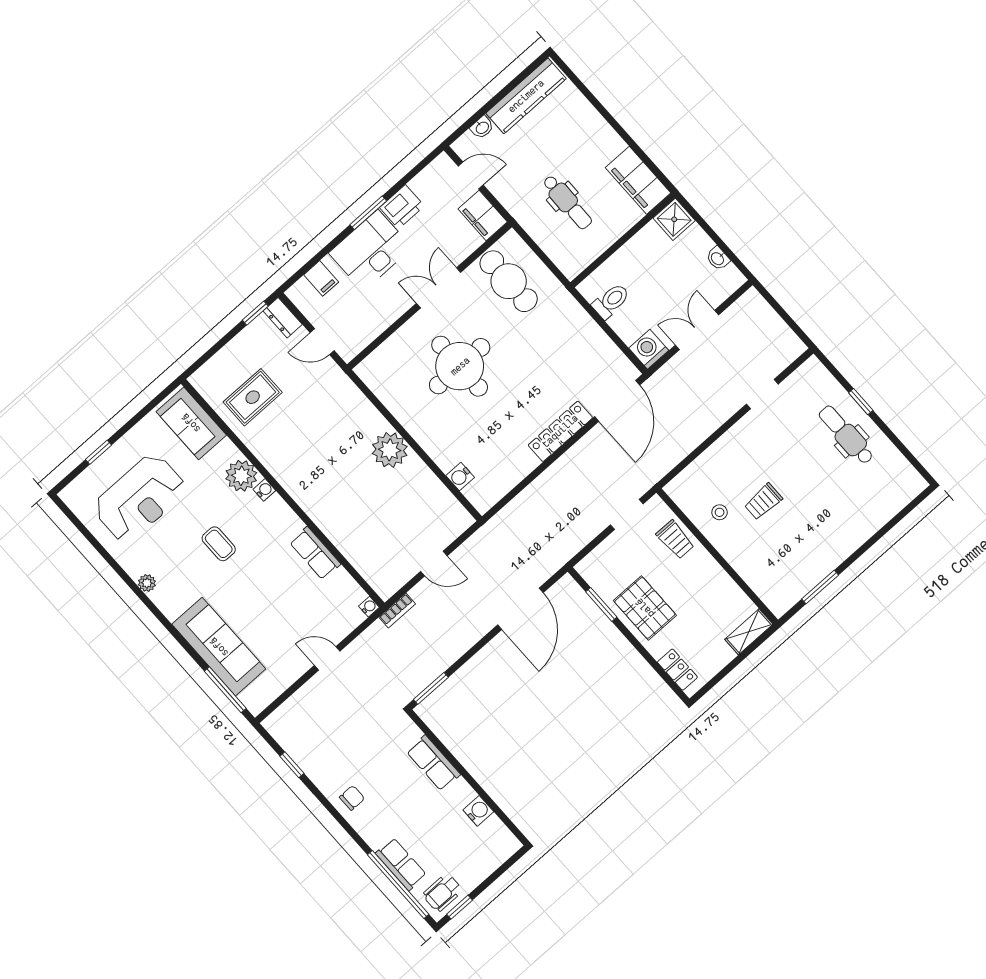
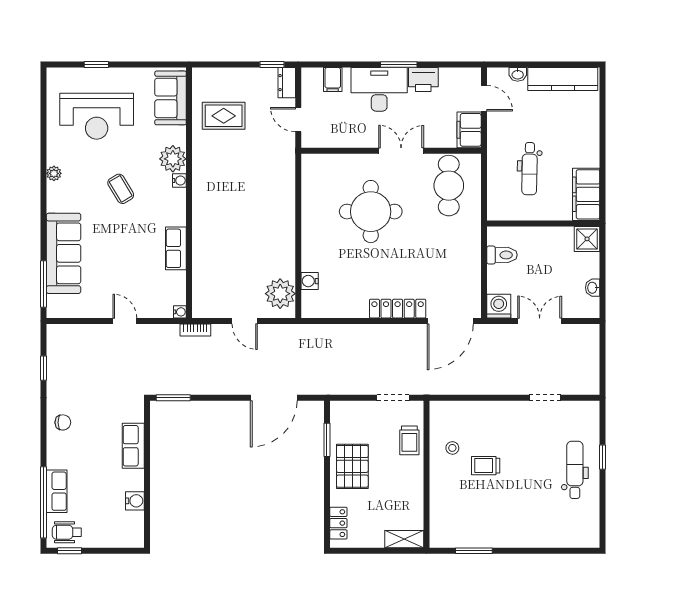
plant: (390, 450) -> (280, 294), moved
coffee table: (219, 544) -> (121, 189), turned -31

